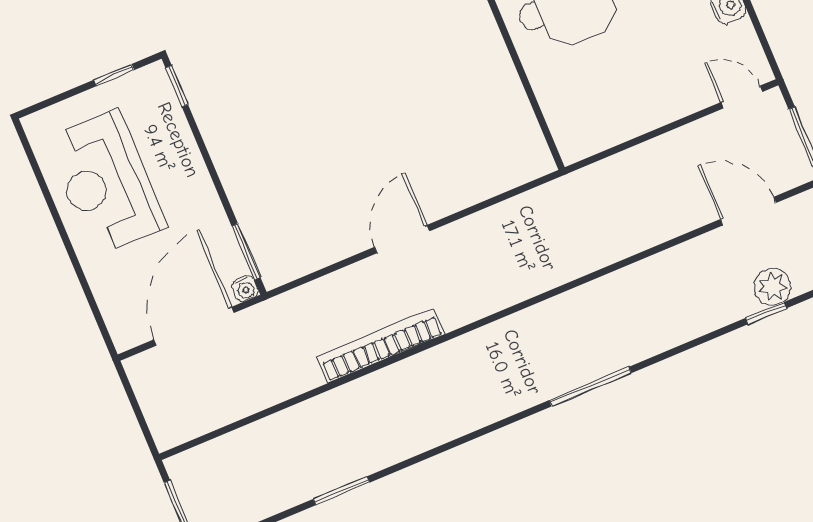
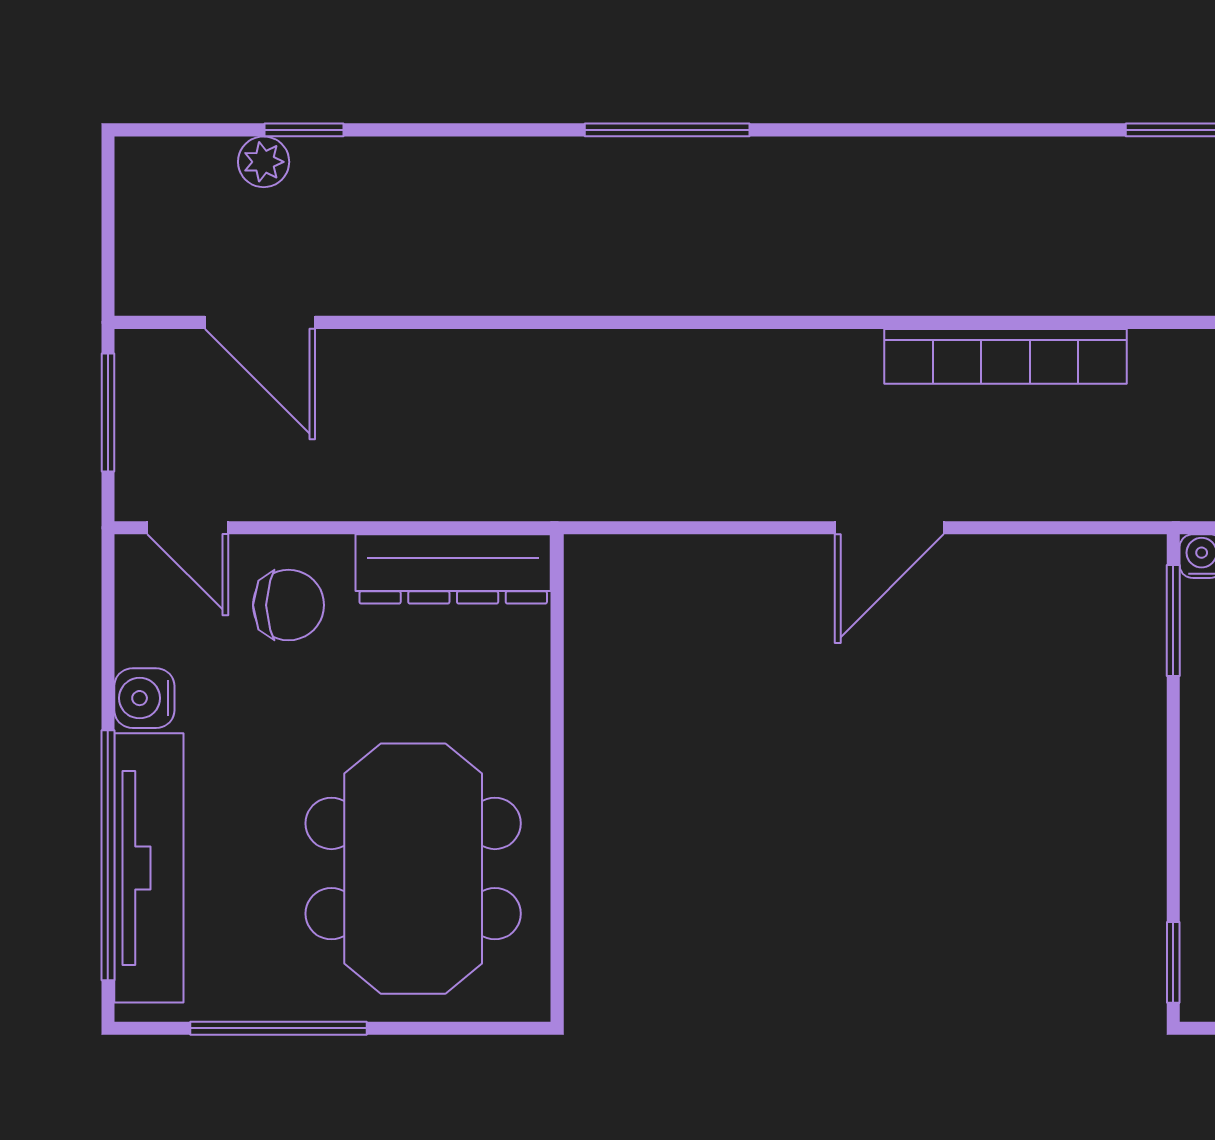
chair: (677, 80) -> (288, 605), added
dresser: (605, 131) -> (453, 569), added
plant: (772, 287) -> (264, 162), width x0.73, depth x0.73

